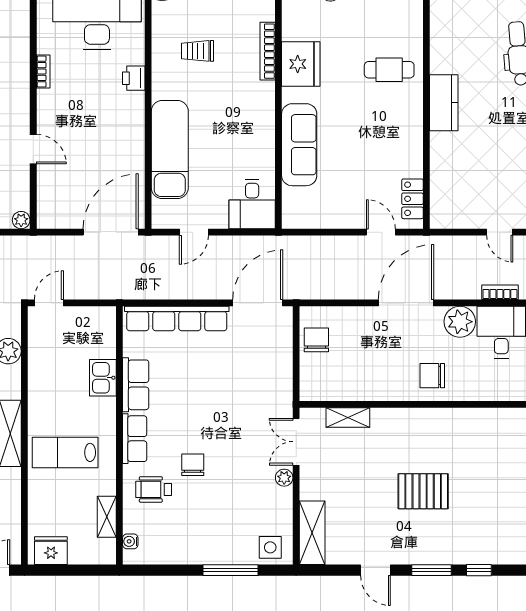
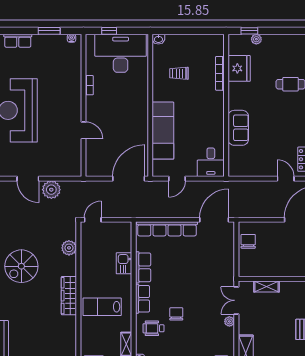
fridge: (301, 64) -> (239, 68), moved
printer: (134, 78) -> (142, 89), removed
sofa: (299, 145) -> (238, 128), width x0.73
plant: (21, 220) -> (76, 172), removed

